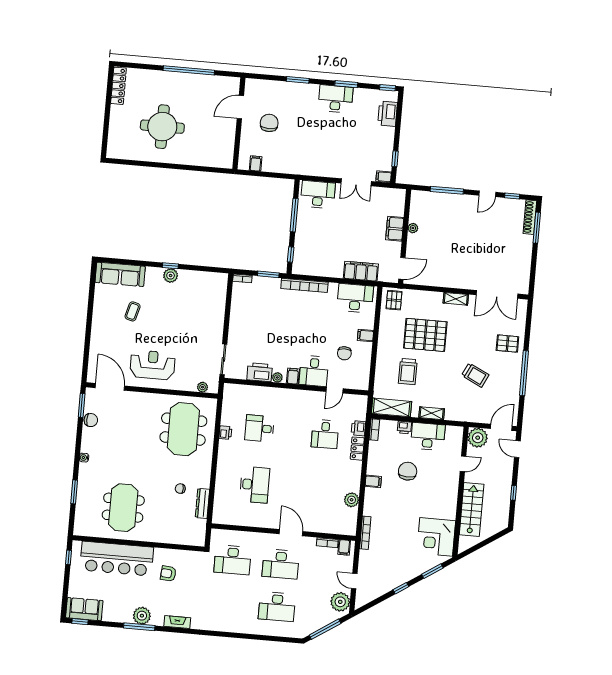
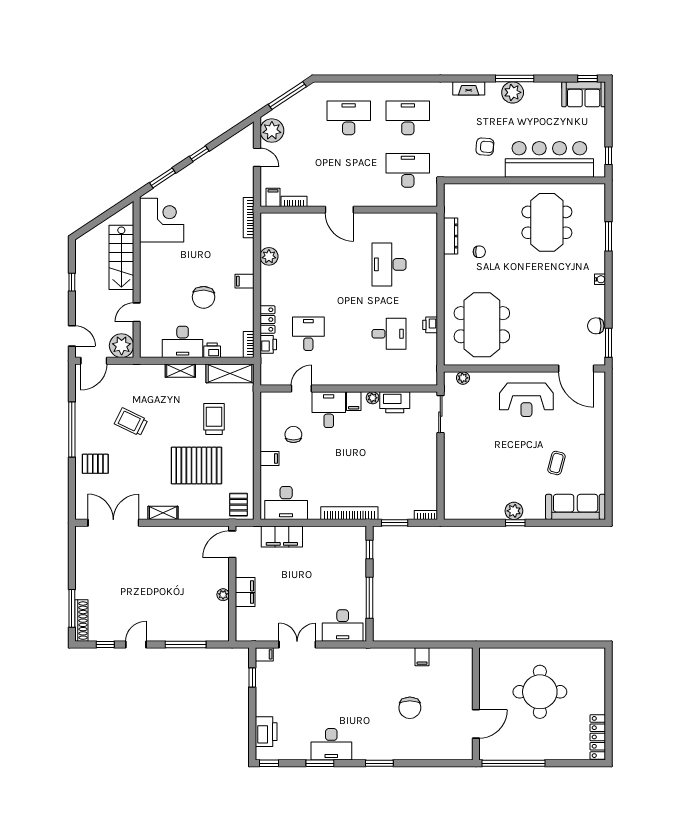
door: (240, 107) -> (476, 724), moved
wall: (239, 123) -> (476, 704), moved
desk: (281, 564) -> (408, 118), moved

